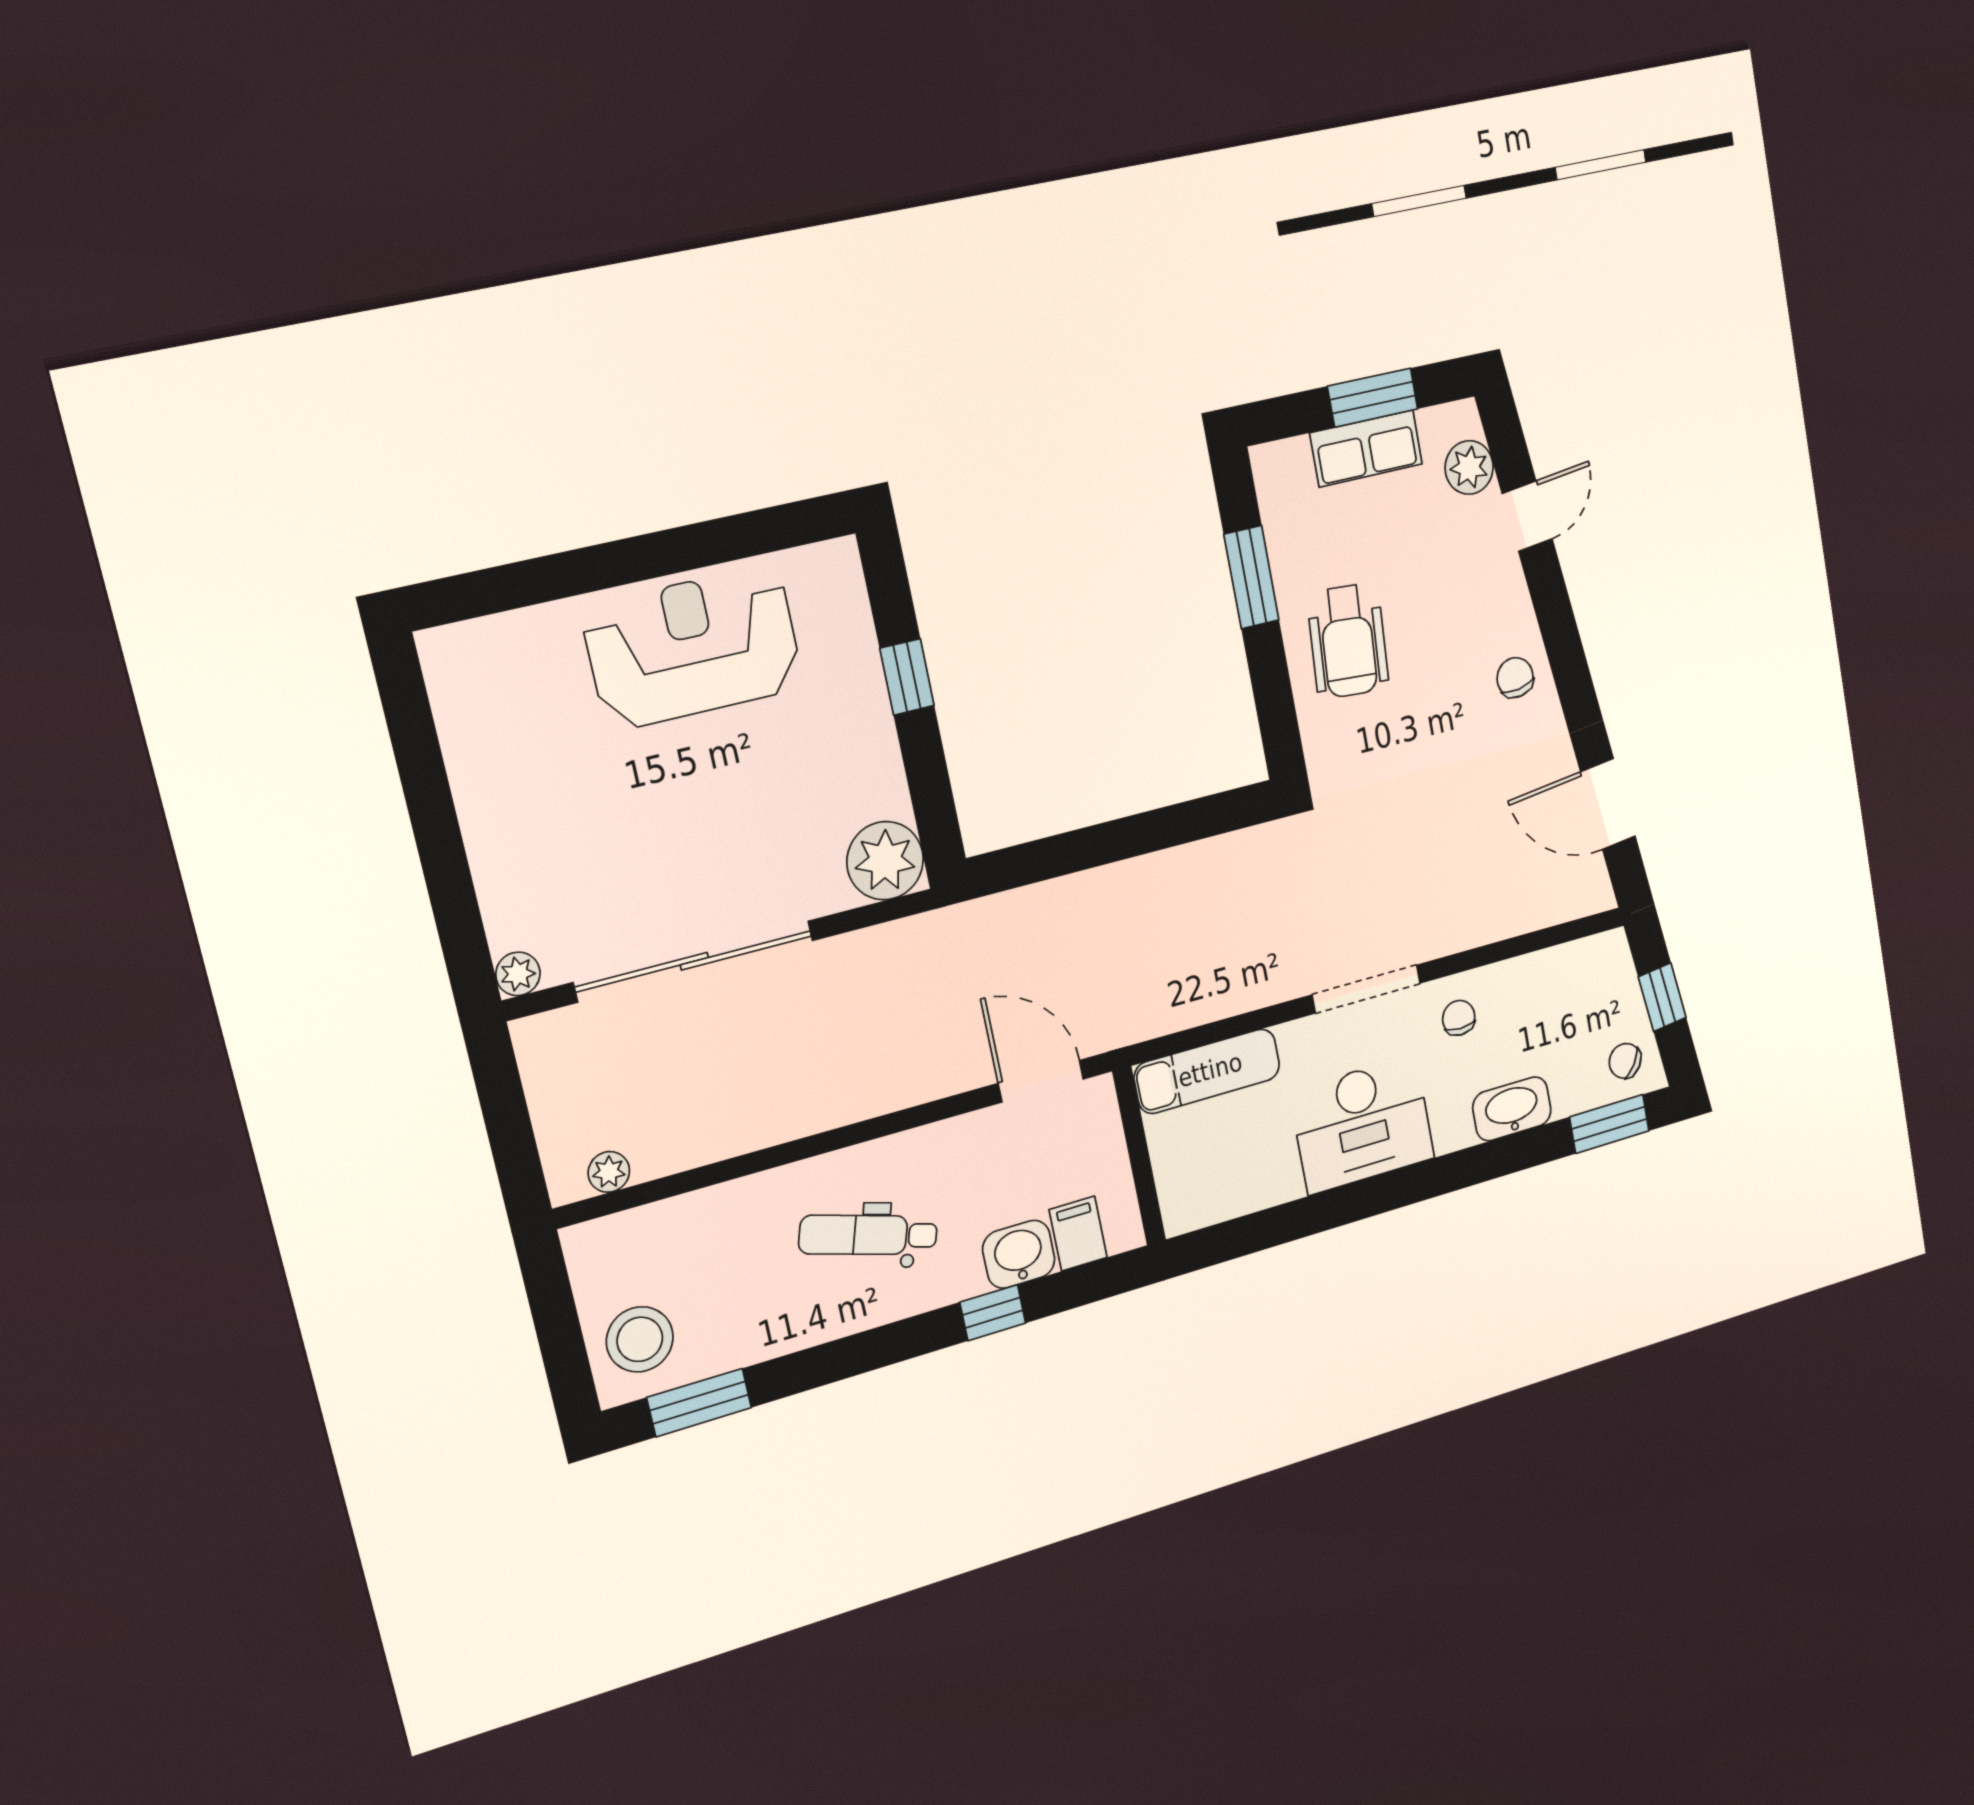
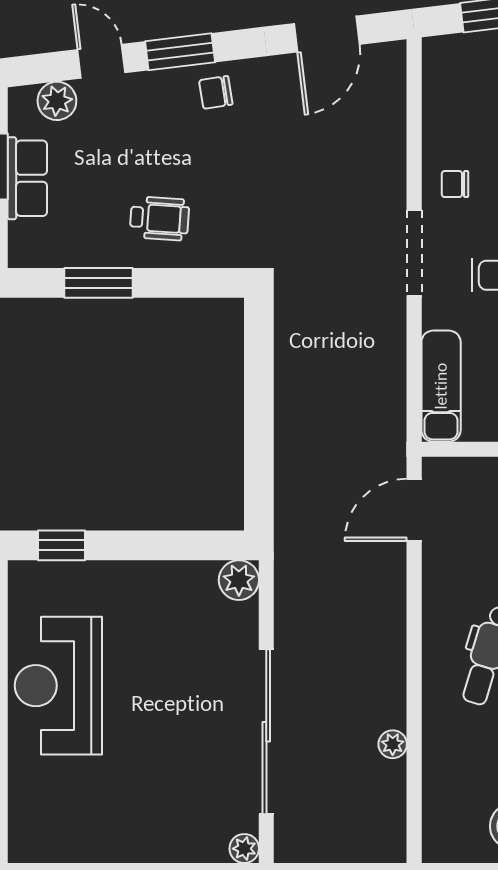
window: (1556, 618) -> (180, 52), added
wheelchair: (1348, 641) -> (160, 218), width x0.73, depth x0.73
window: (907, 677) -> (61, 545), moved
plant: (885, 861) -> (239, 580), width x0.73, depth x0.73
plant: (609, 1172) -> (393, 744), moved

